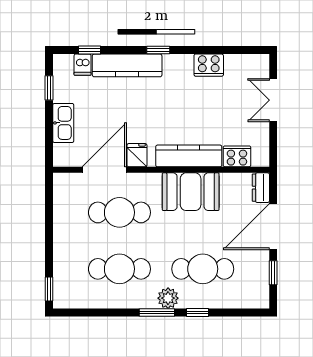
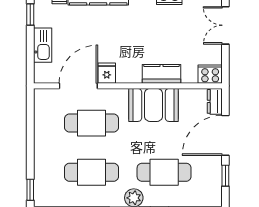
kitchen counter: (189, 156) -> (161, 74), width x0.67
cooker: (237, 156) -> (210, 74), moved

